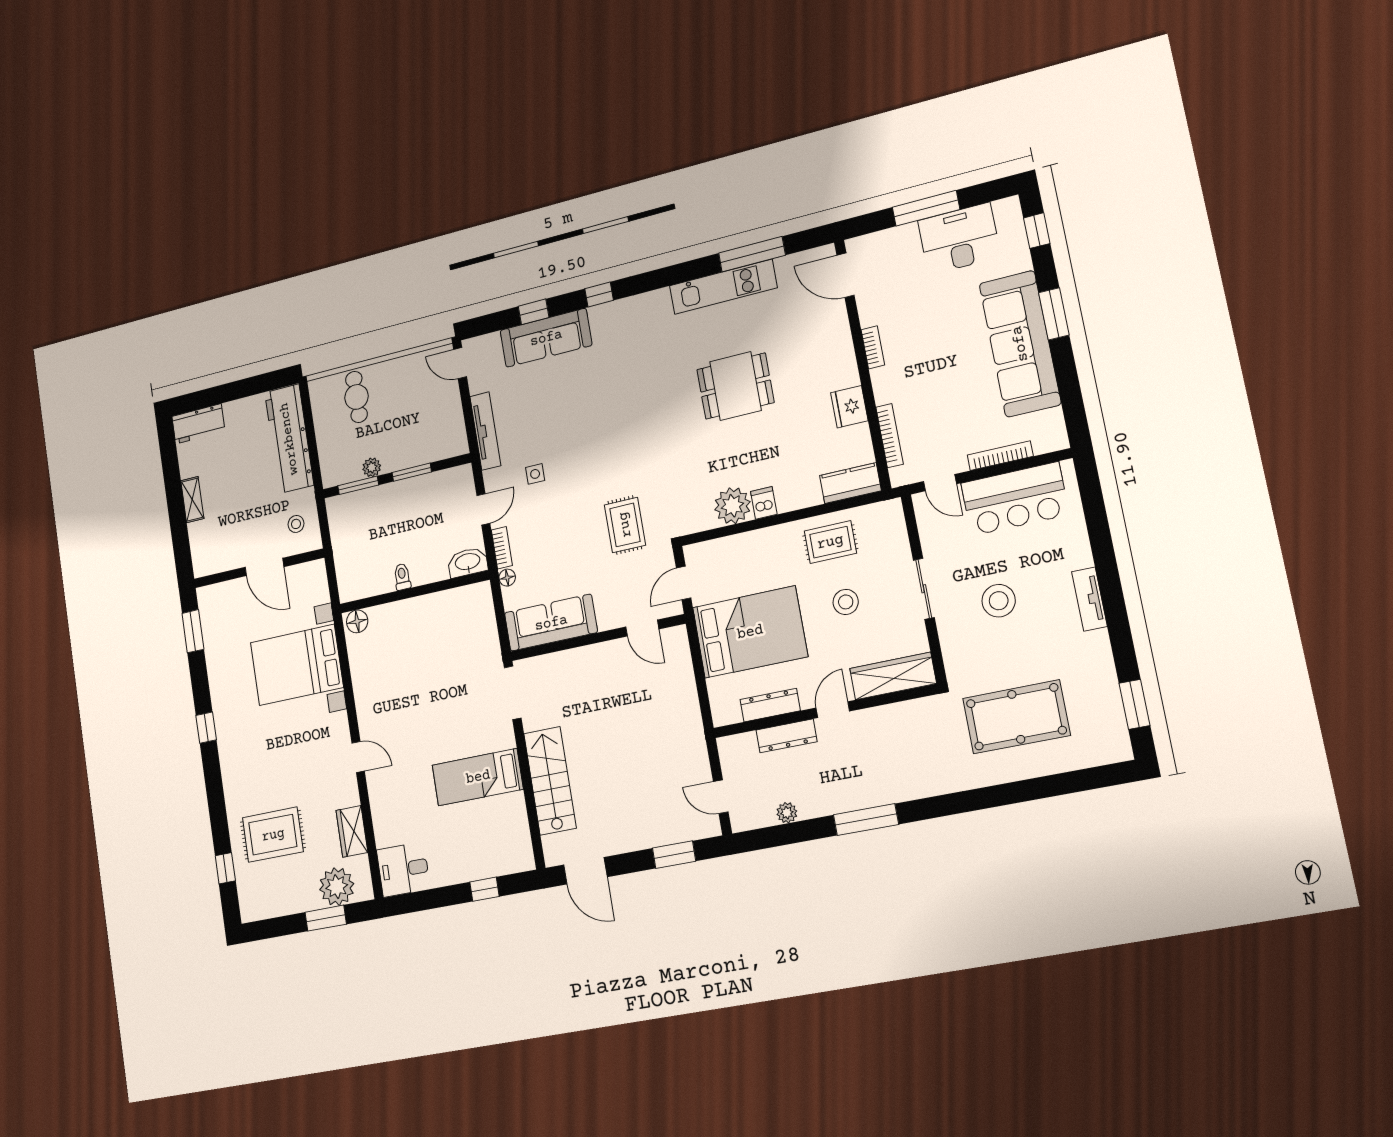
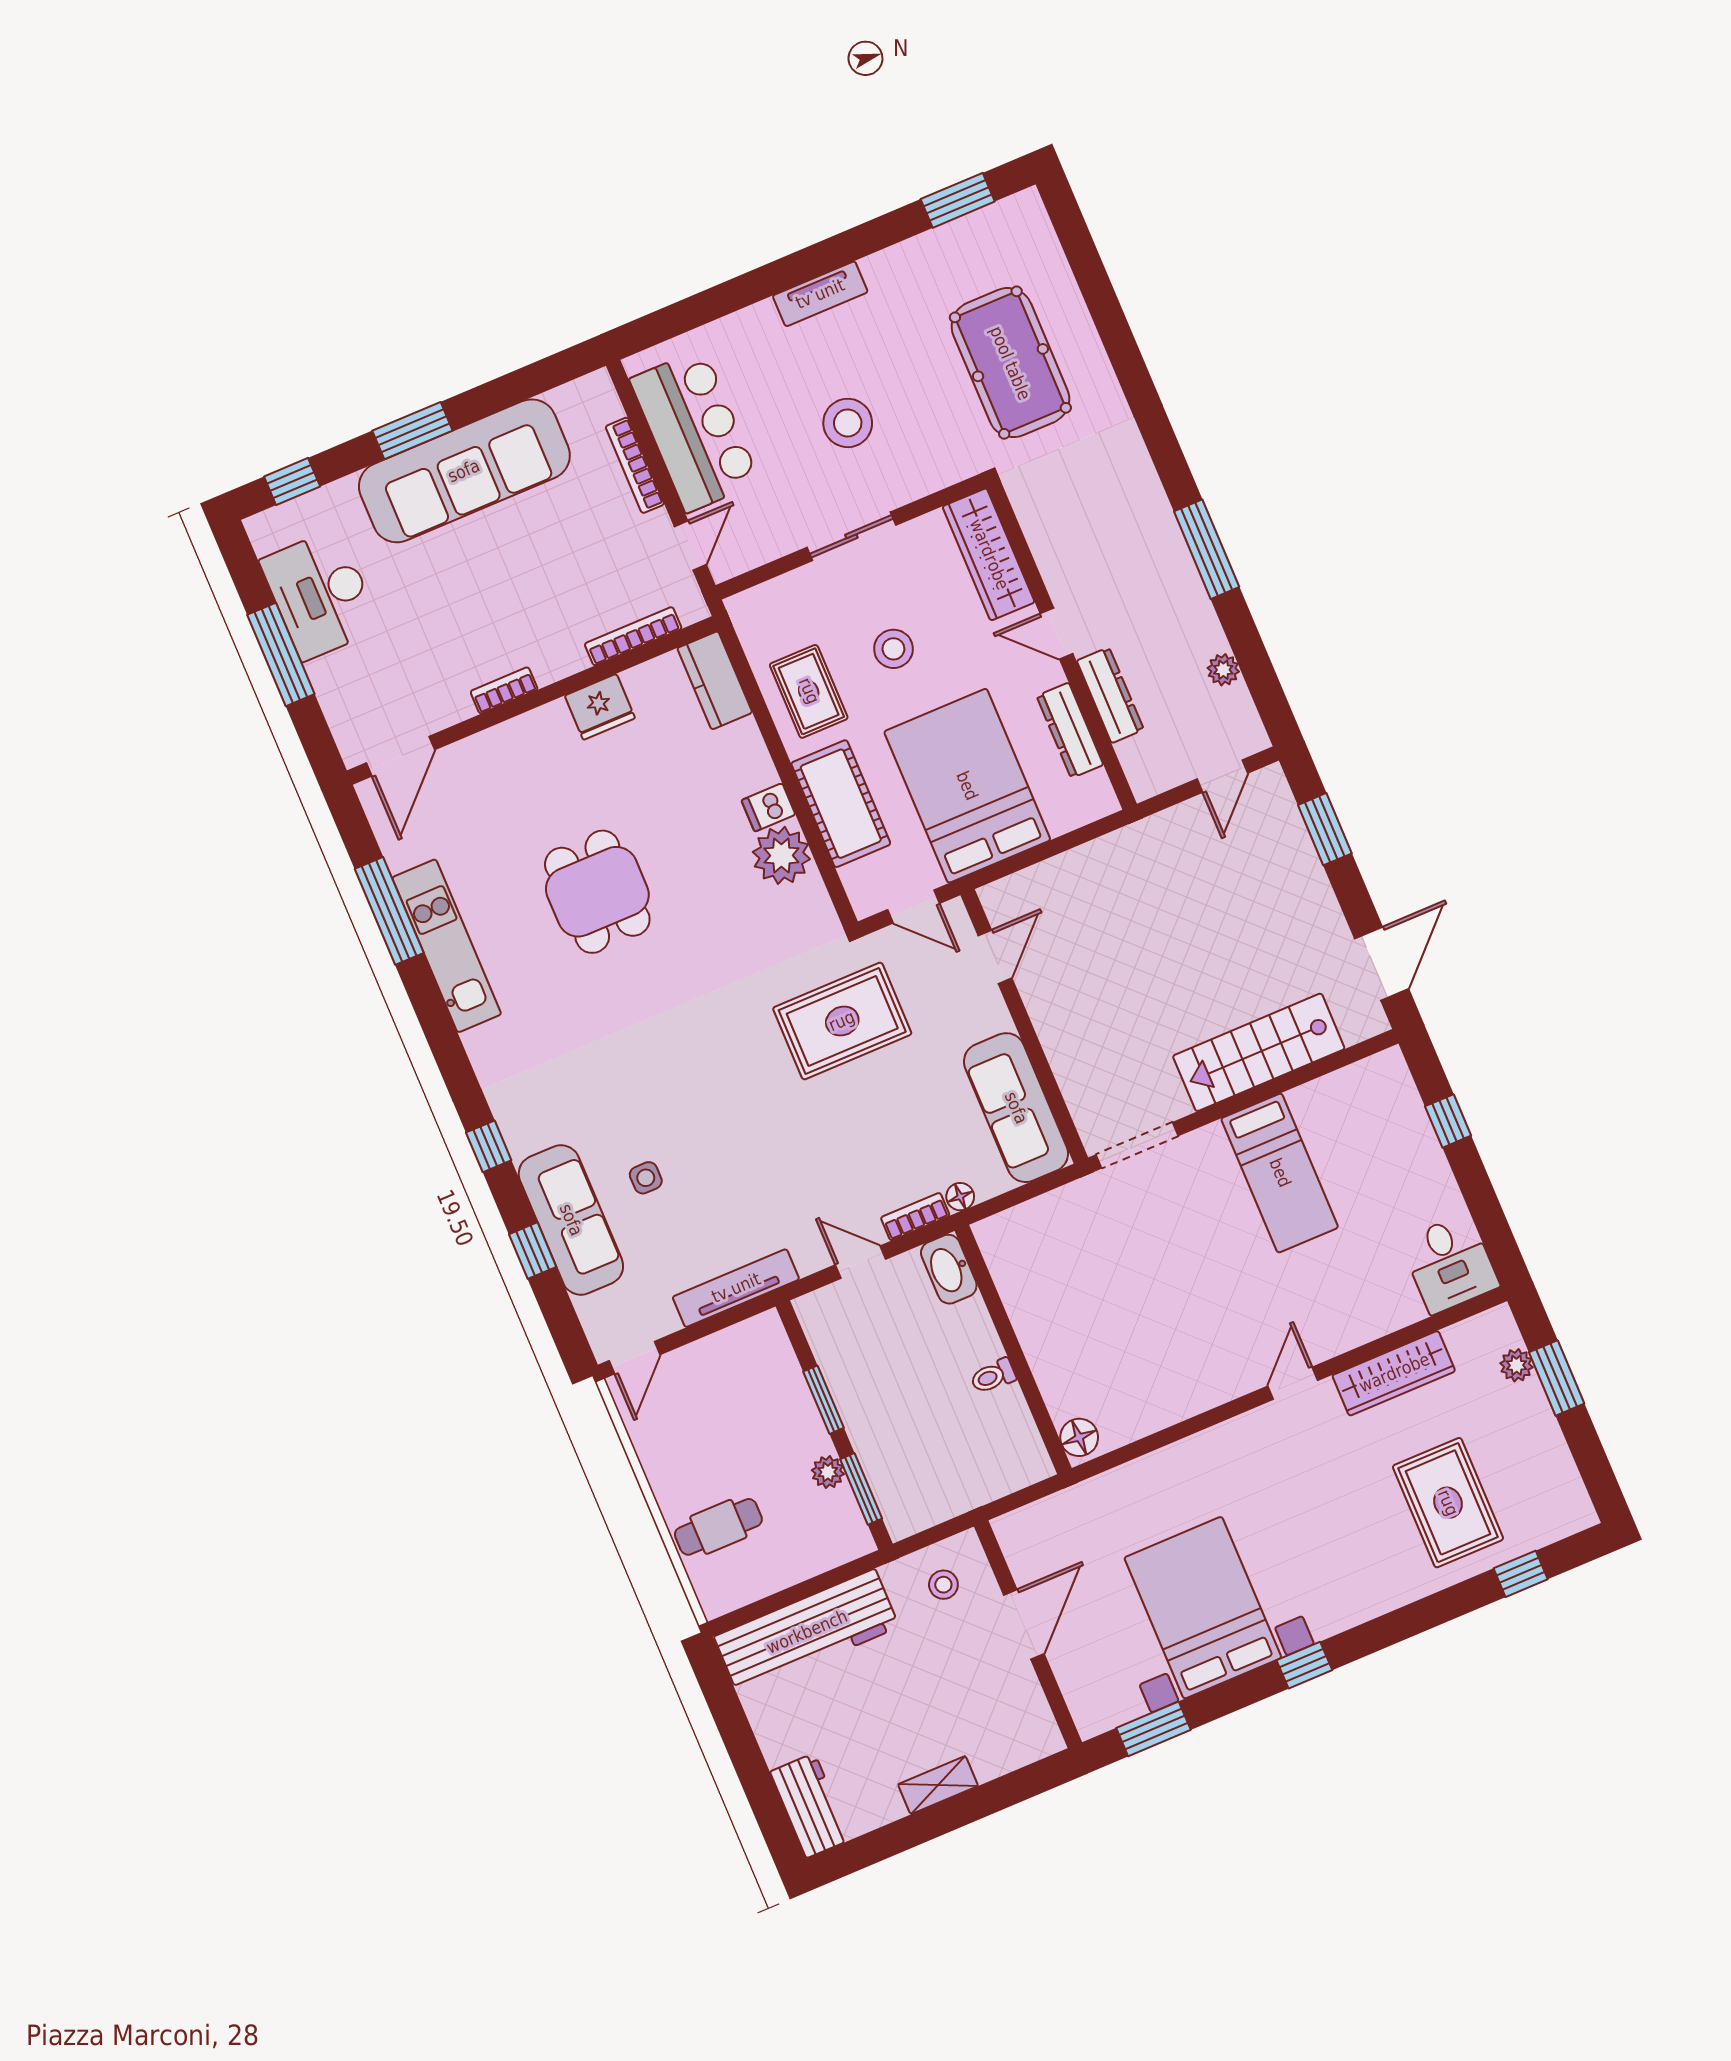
side table: (535, 474) -> (646, 1178), moved
rug: (625, 525) -> (842, 1021), width x1.36, depth x1.43
cot: (756, 549) -> (841, 804), added
bed with nightstands: (297, 665) -> (1203, 1608), moved, turned 180
wardrobe: (352, 831) -> (1394, 1373), width x1.50
plant: (337, 887) -> (1516, 1365), width x0.53, depth x0.53

